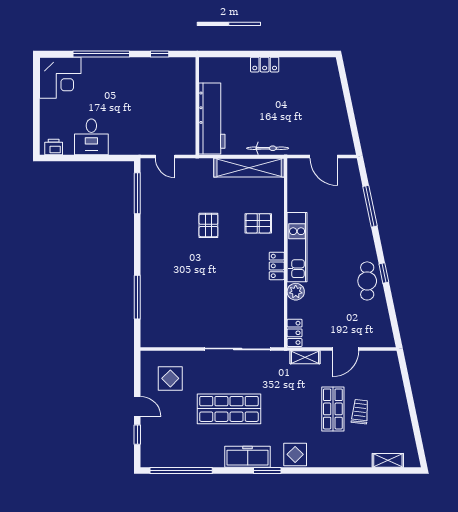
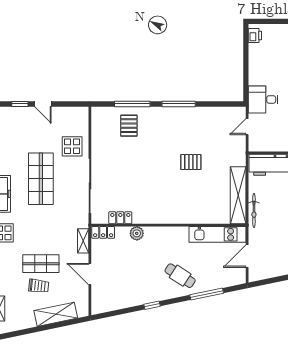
desk: (91, 137) -> (263, 99), moved
window: (137, 193) -> (179, 104), moved
pallet: (258, 223) -> (129, 126), moved
kitchen unit: (297, 247) -> (218, 234), moved
locker: (277, 266) -> (120, 218), moved
cafe table: (367, 281) -> (180, 276), moved, turned 33
display table: (170, 378) -> (72, 146), moved
shelving: (395, 391) -> (56, 314), added
door: (137, 407) -> (43, 104), hinge flipped

